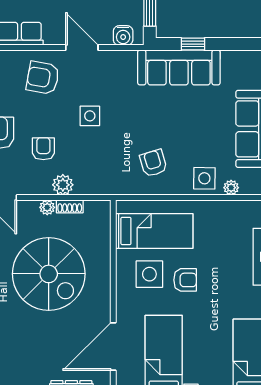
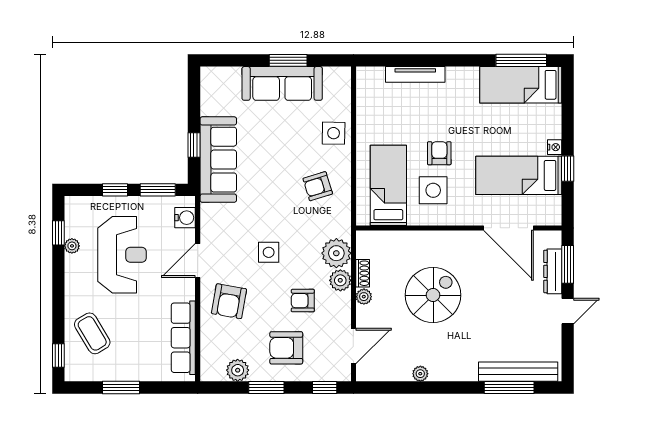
plant: (231, 188) -> (336, 253), moved, width x1.88, depth x1.88
spiral stairs: (49, 274) -> (433, 295), width x0.73, depth x0.73

